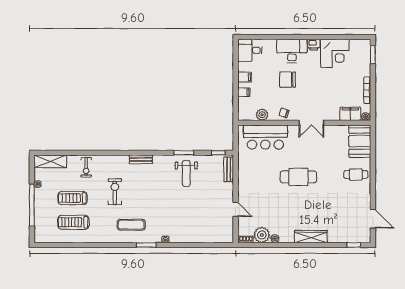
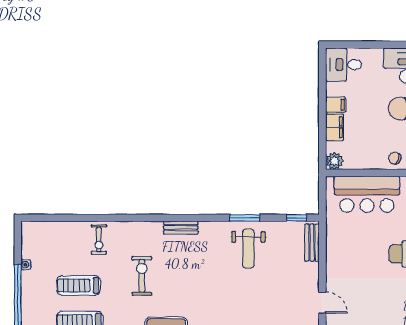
filing cabinet: (244, 92) -> (335, 127), width x2.00
plant: (262, 115) -> (334, 161), moved
shelving: (50, 161) -> (45, 231), removed

